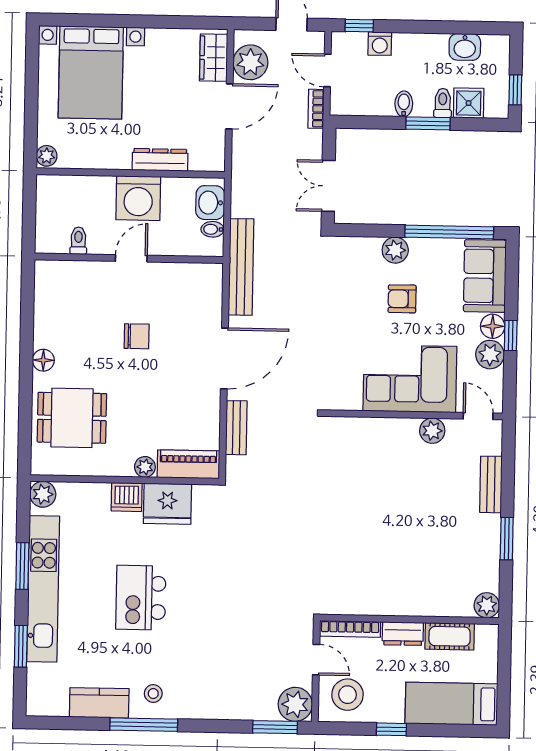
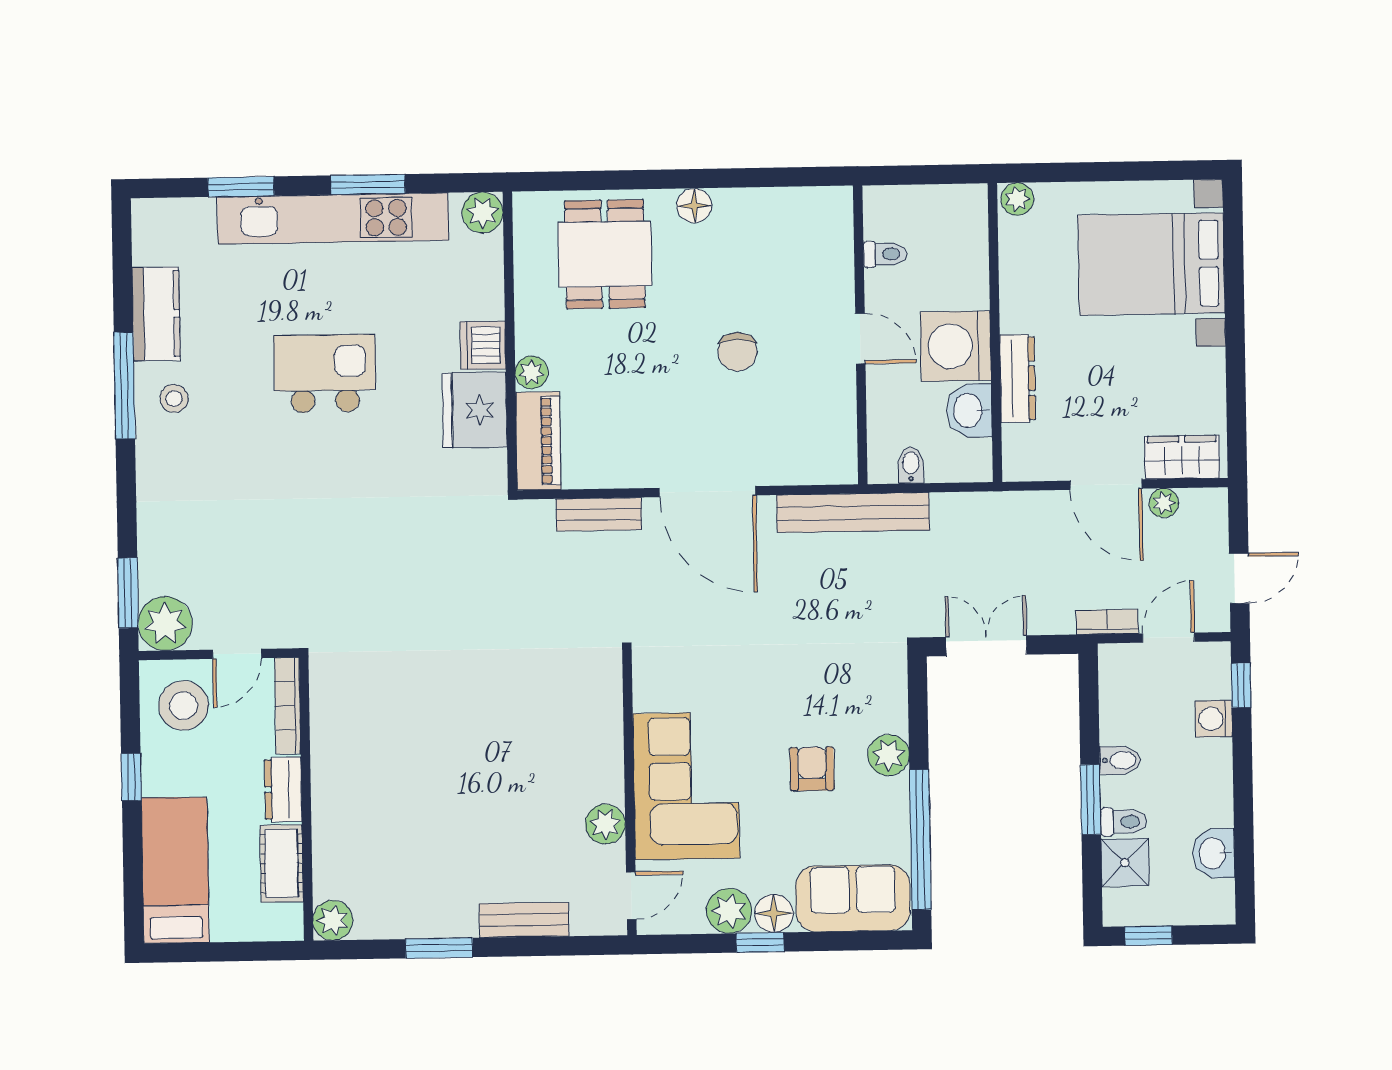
plant: (250, 62) -> (1164, 503), width x0.53, depth x0.53
washbasin: (210, 203) -> (969, 410), moved, turned -90

